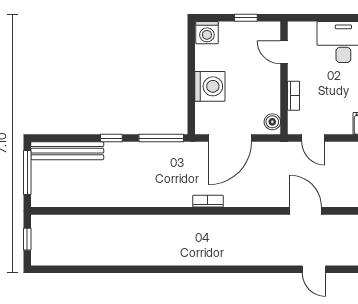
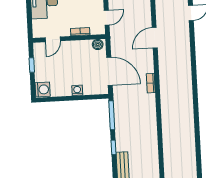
washing machine: (210, 86) -> (77, 90), width x0.53, depth x0.53
door: (306, 211) -> (155, 38), moved

